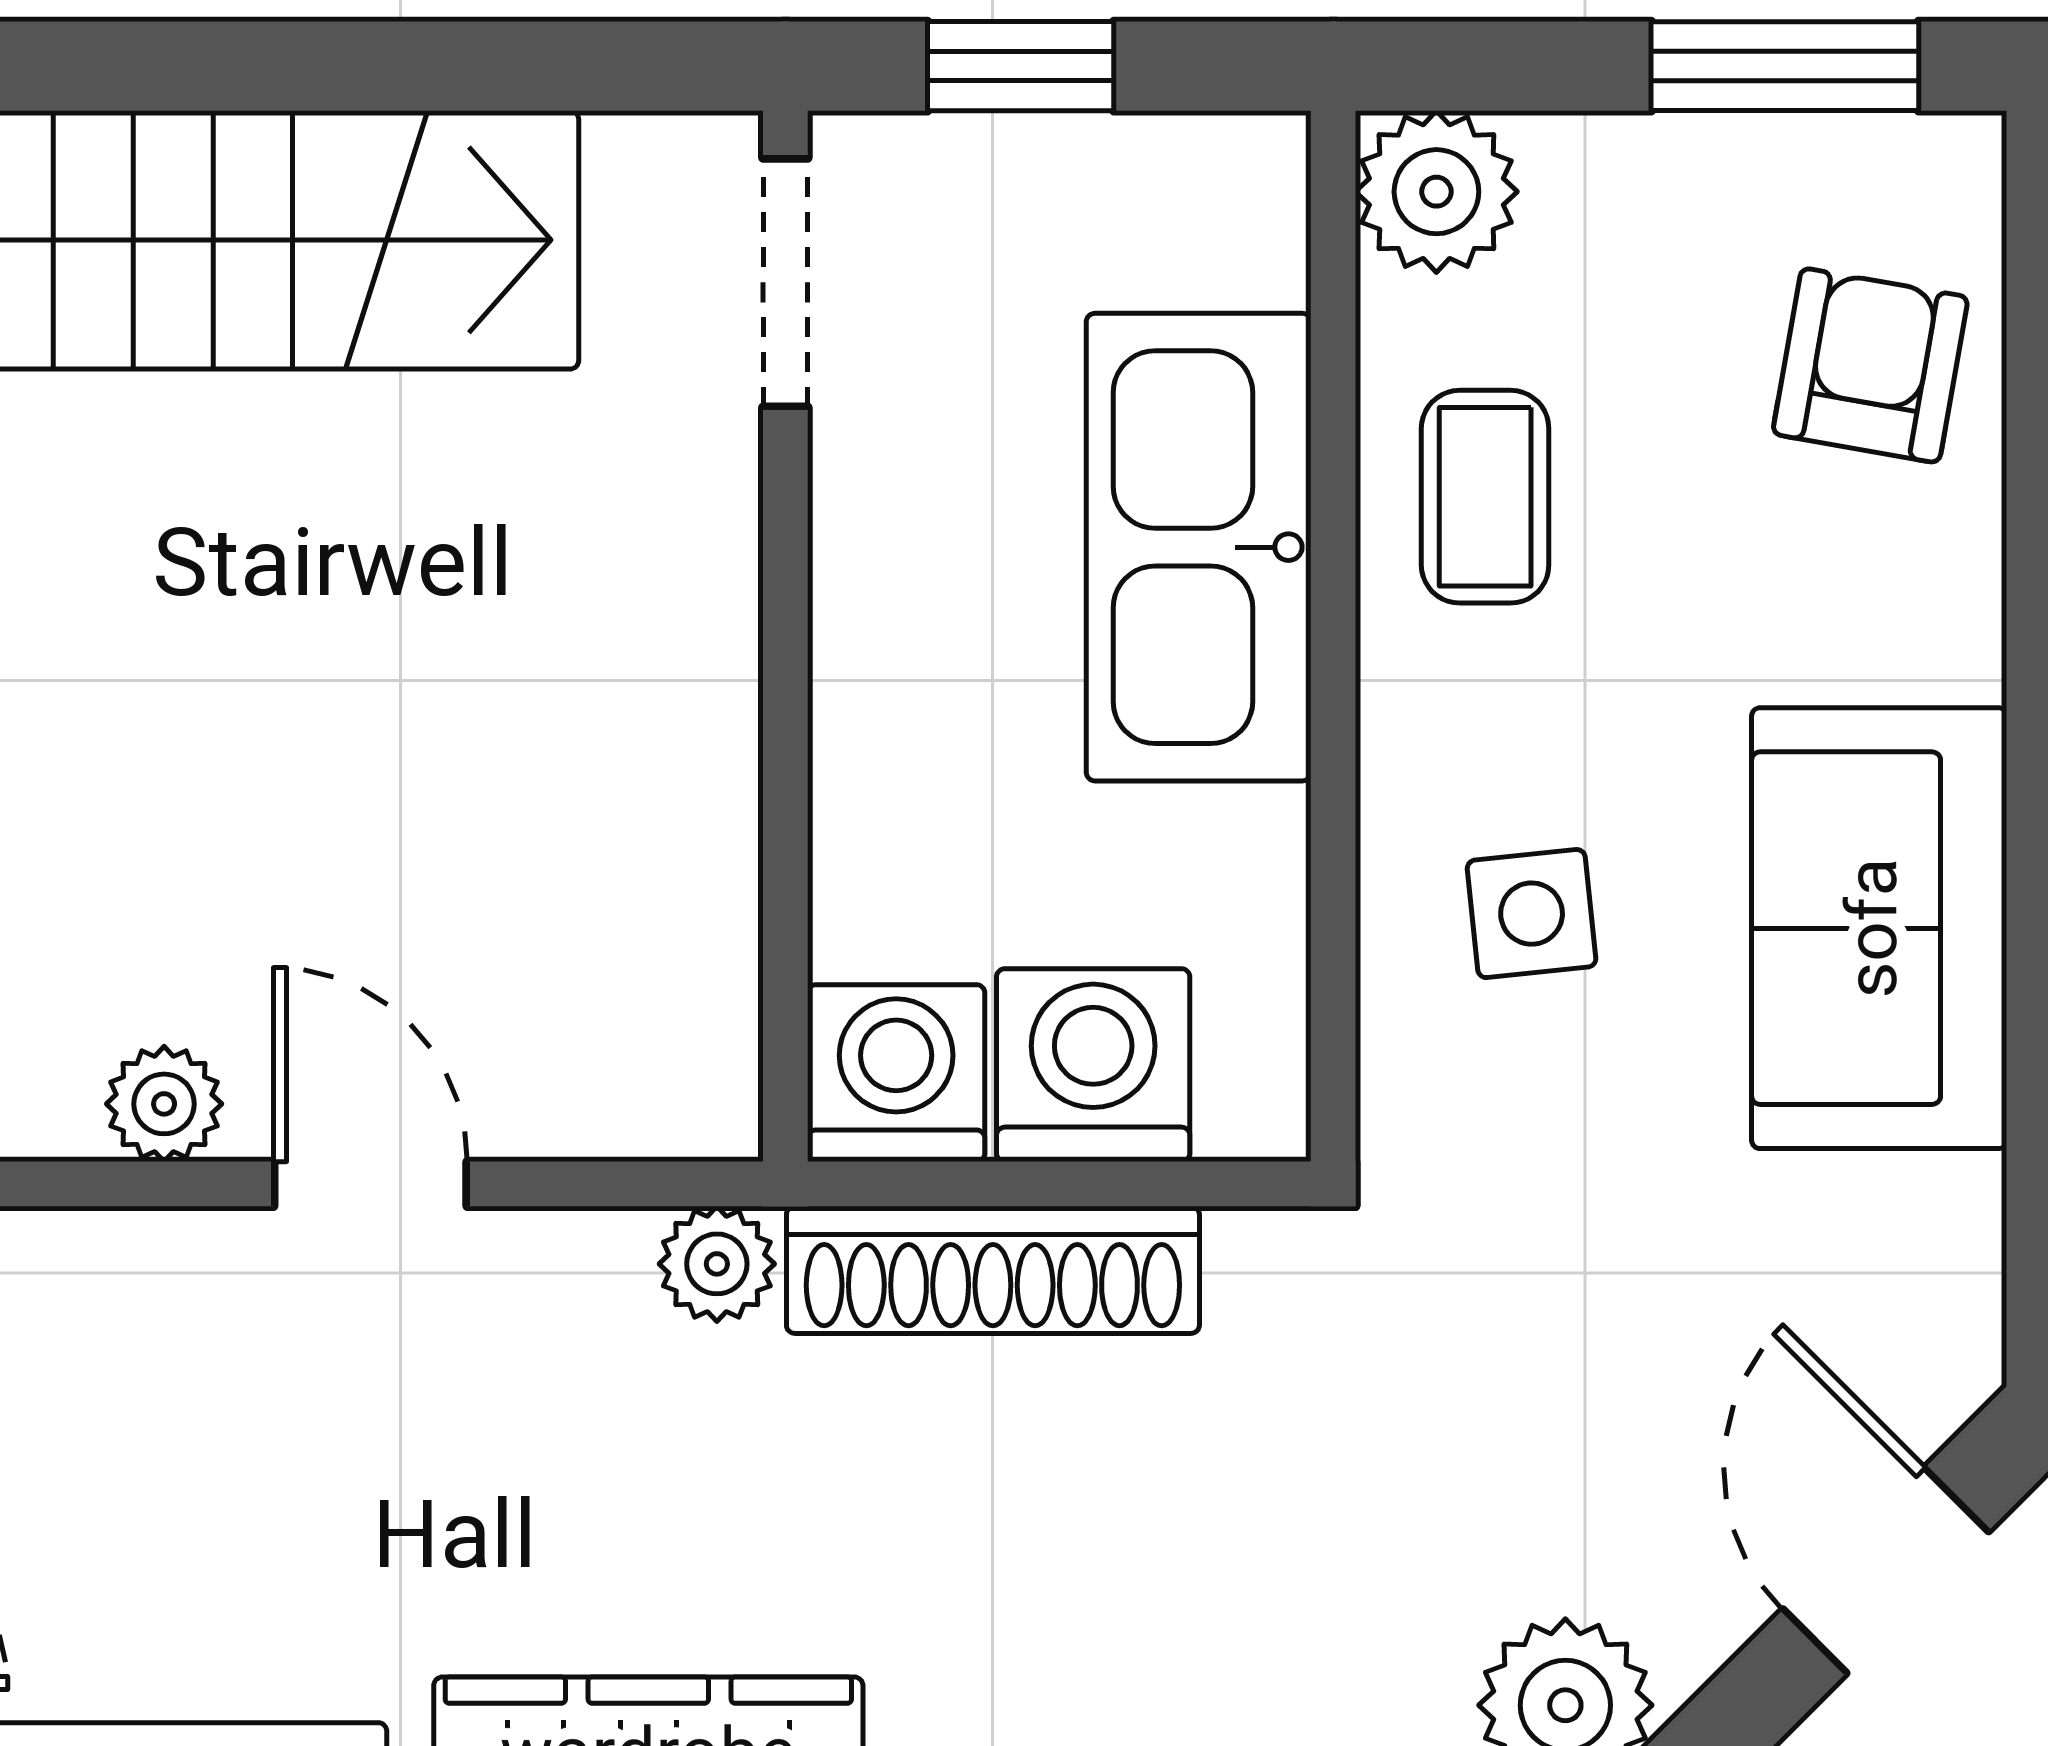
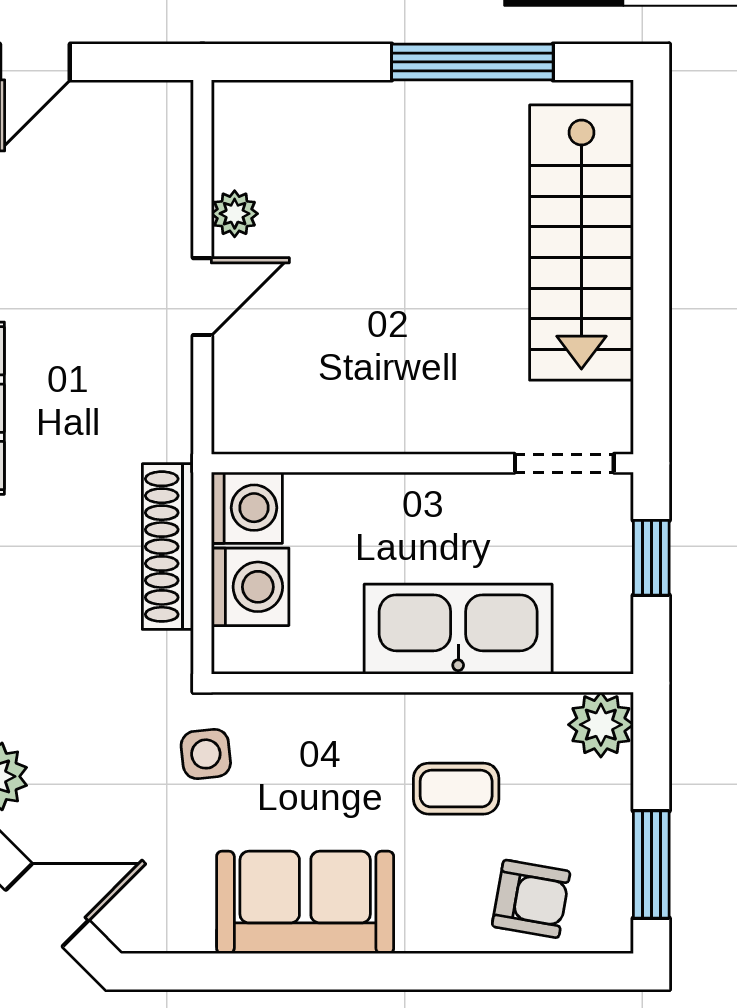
coffee table: (1485, 497) -> (456, 789), moved
side table: (1532, 914) -> (206, 754), moved
plant: (717, 1264) -> (170, 436), removed

